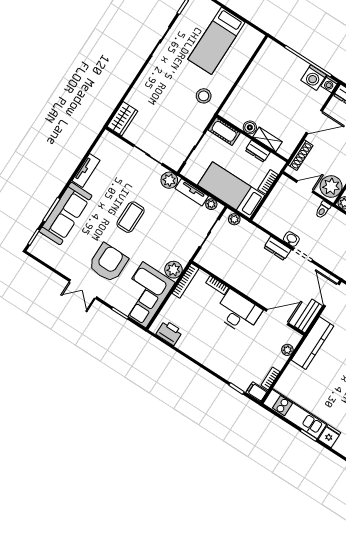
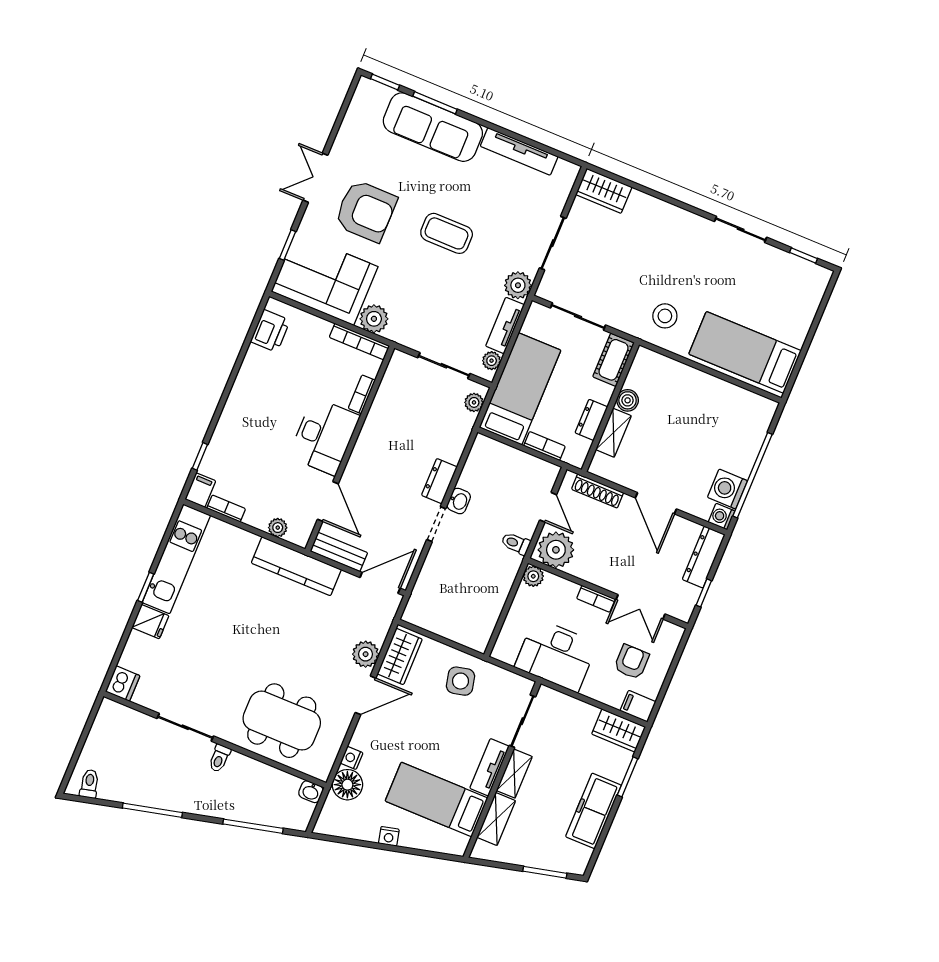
bed: (216, 41) -> (745, 352), moved
tv unit: (86, 170) -> (519, 151), width x1.41

